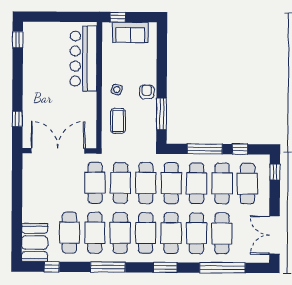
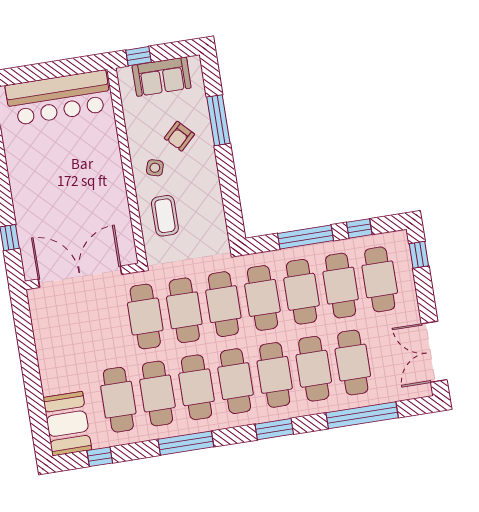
bar counter: (83, 59) -> (58, 98), moved, turned -90
armchair: (147, 92) -> (179, 136), moved, turned -134
window: (162, 114) -> (218, 120), moved

